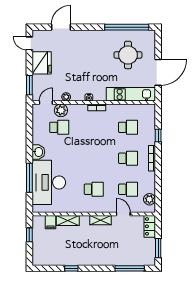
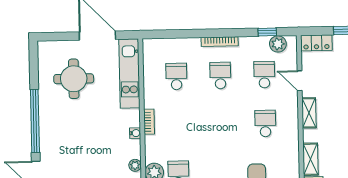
window: (127, 27) -> (35, 121), moved
window: (158, 136) -> (267, 32), moved
door: (123, 214) -> (300, 81), hinge flipped

